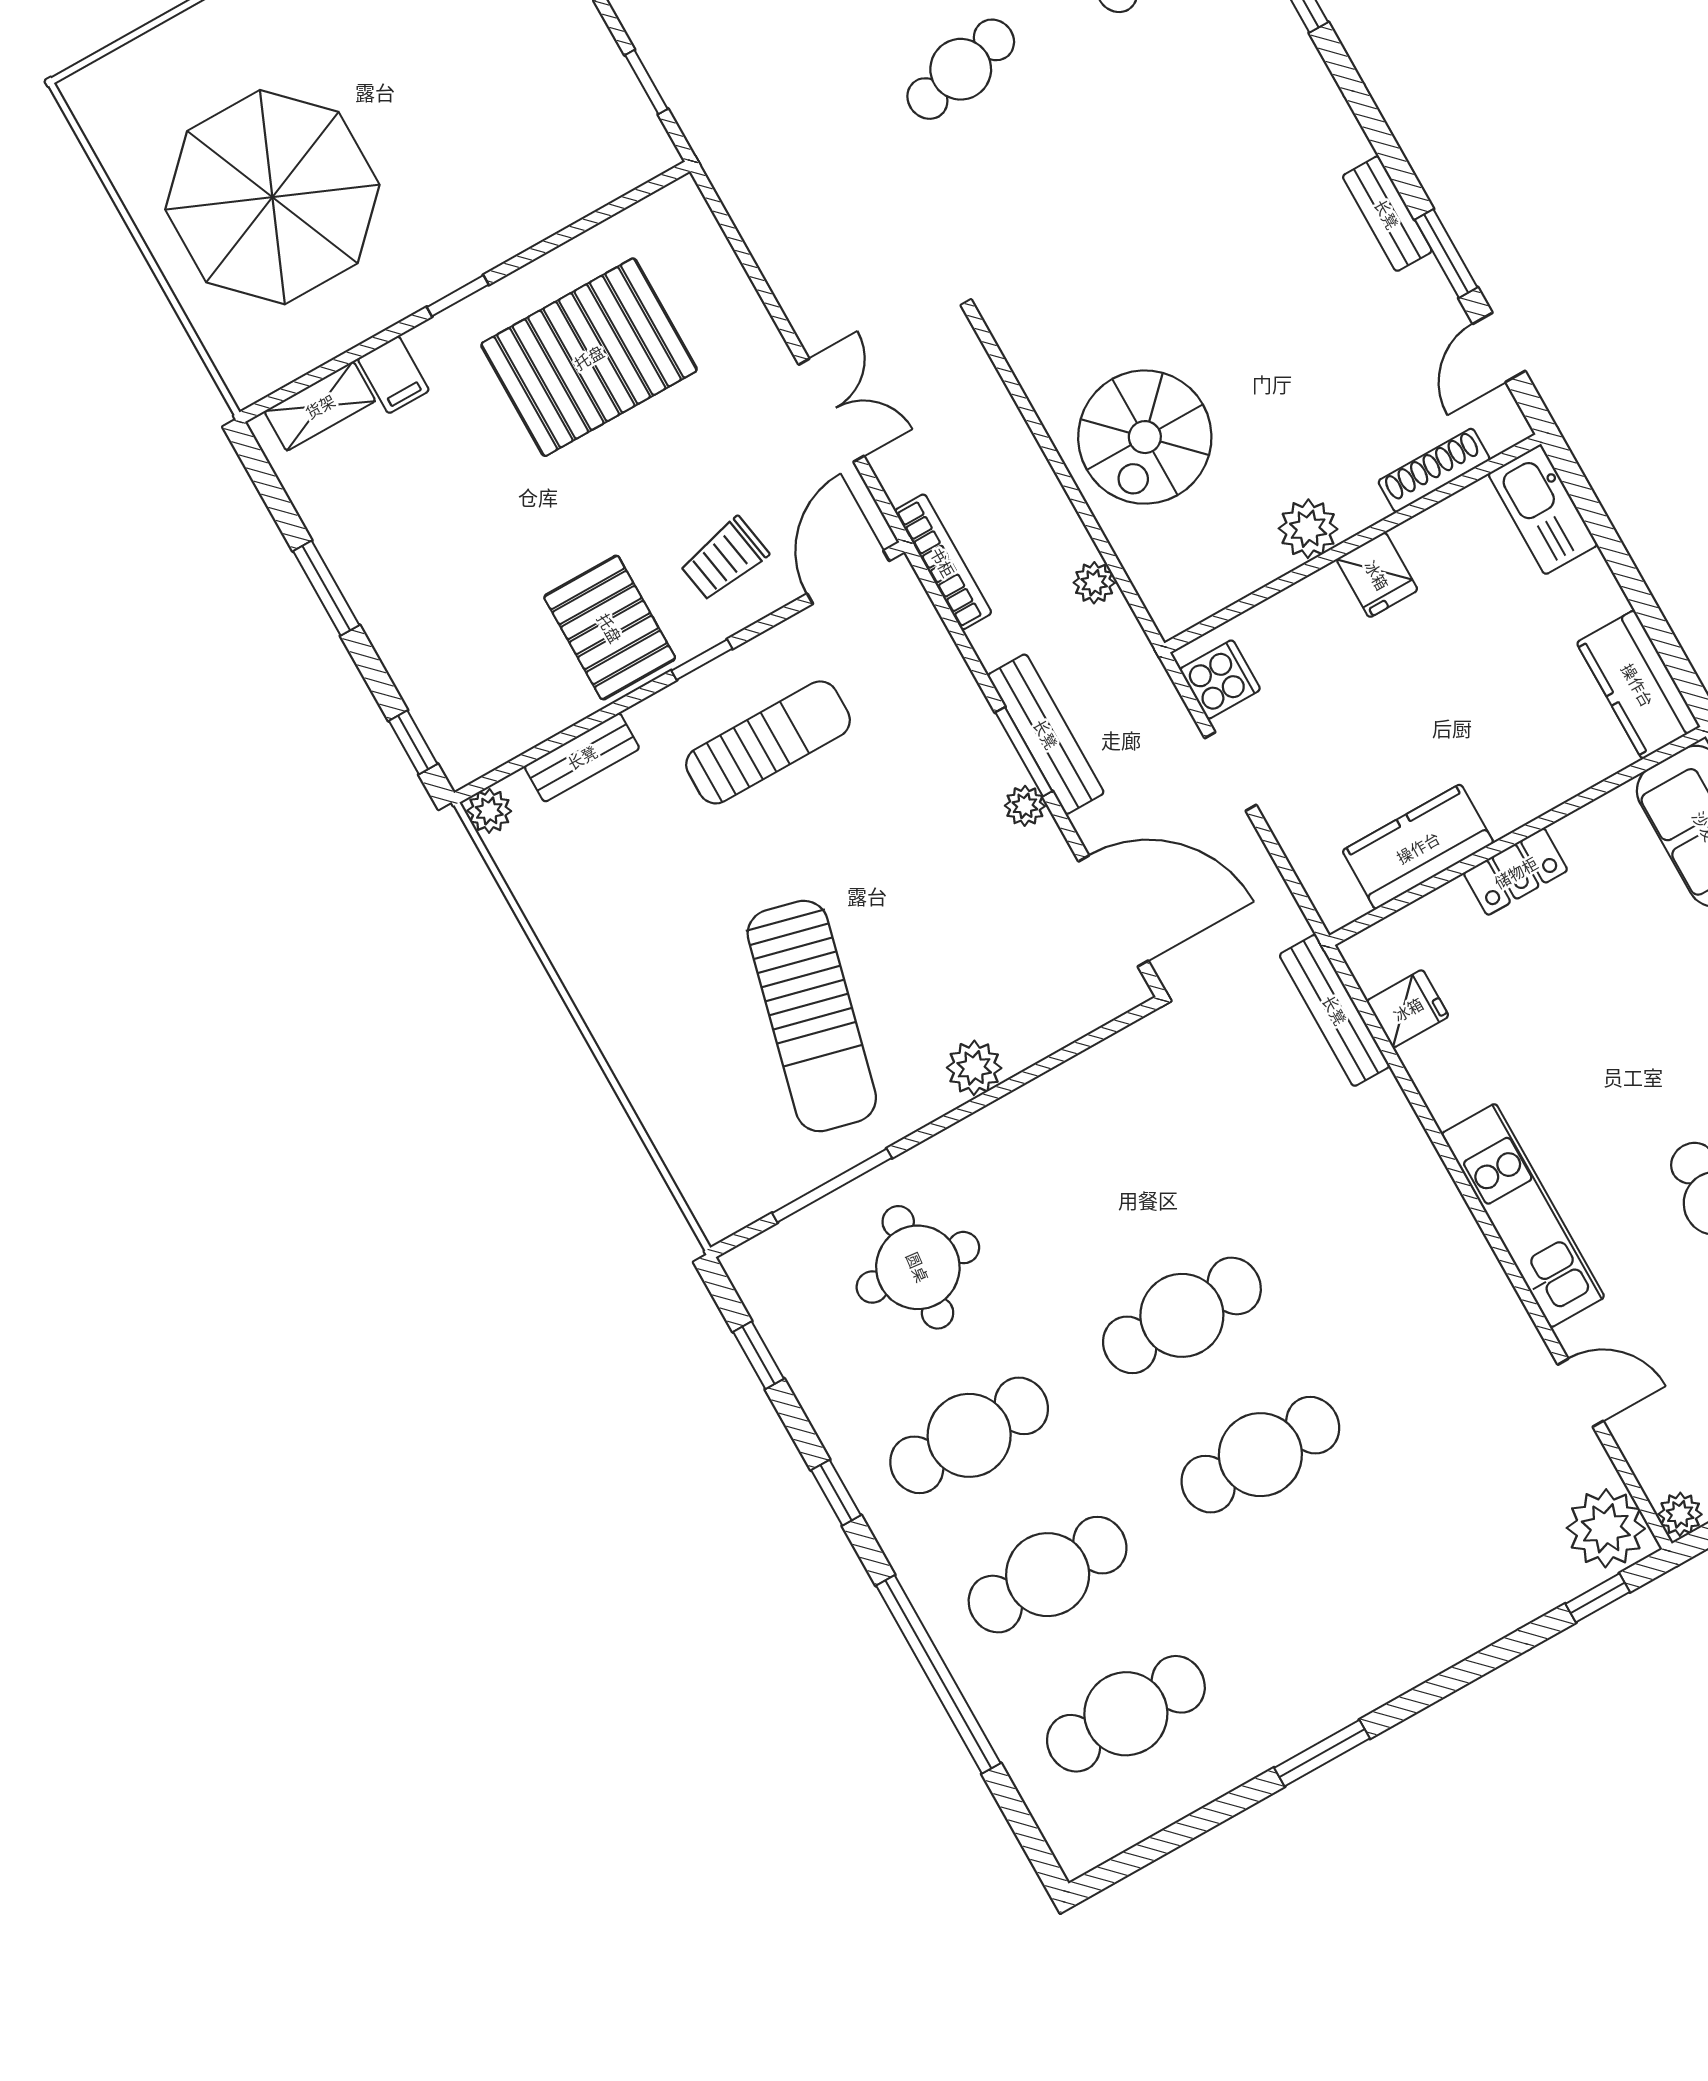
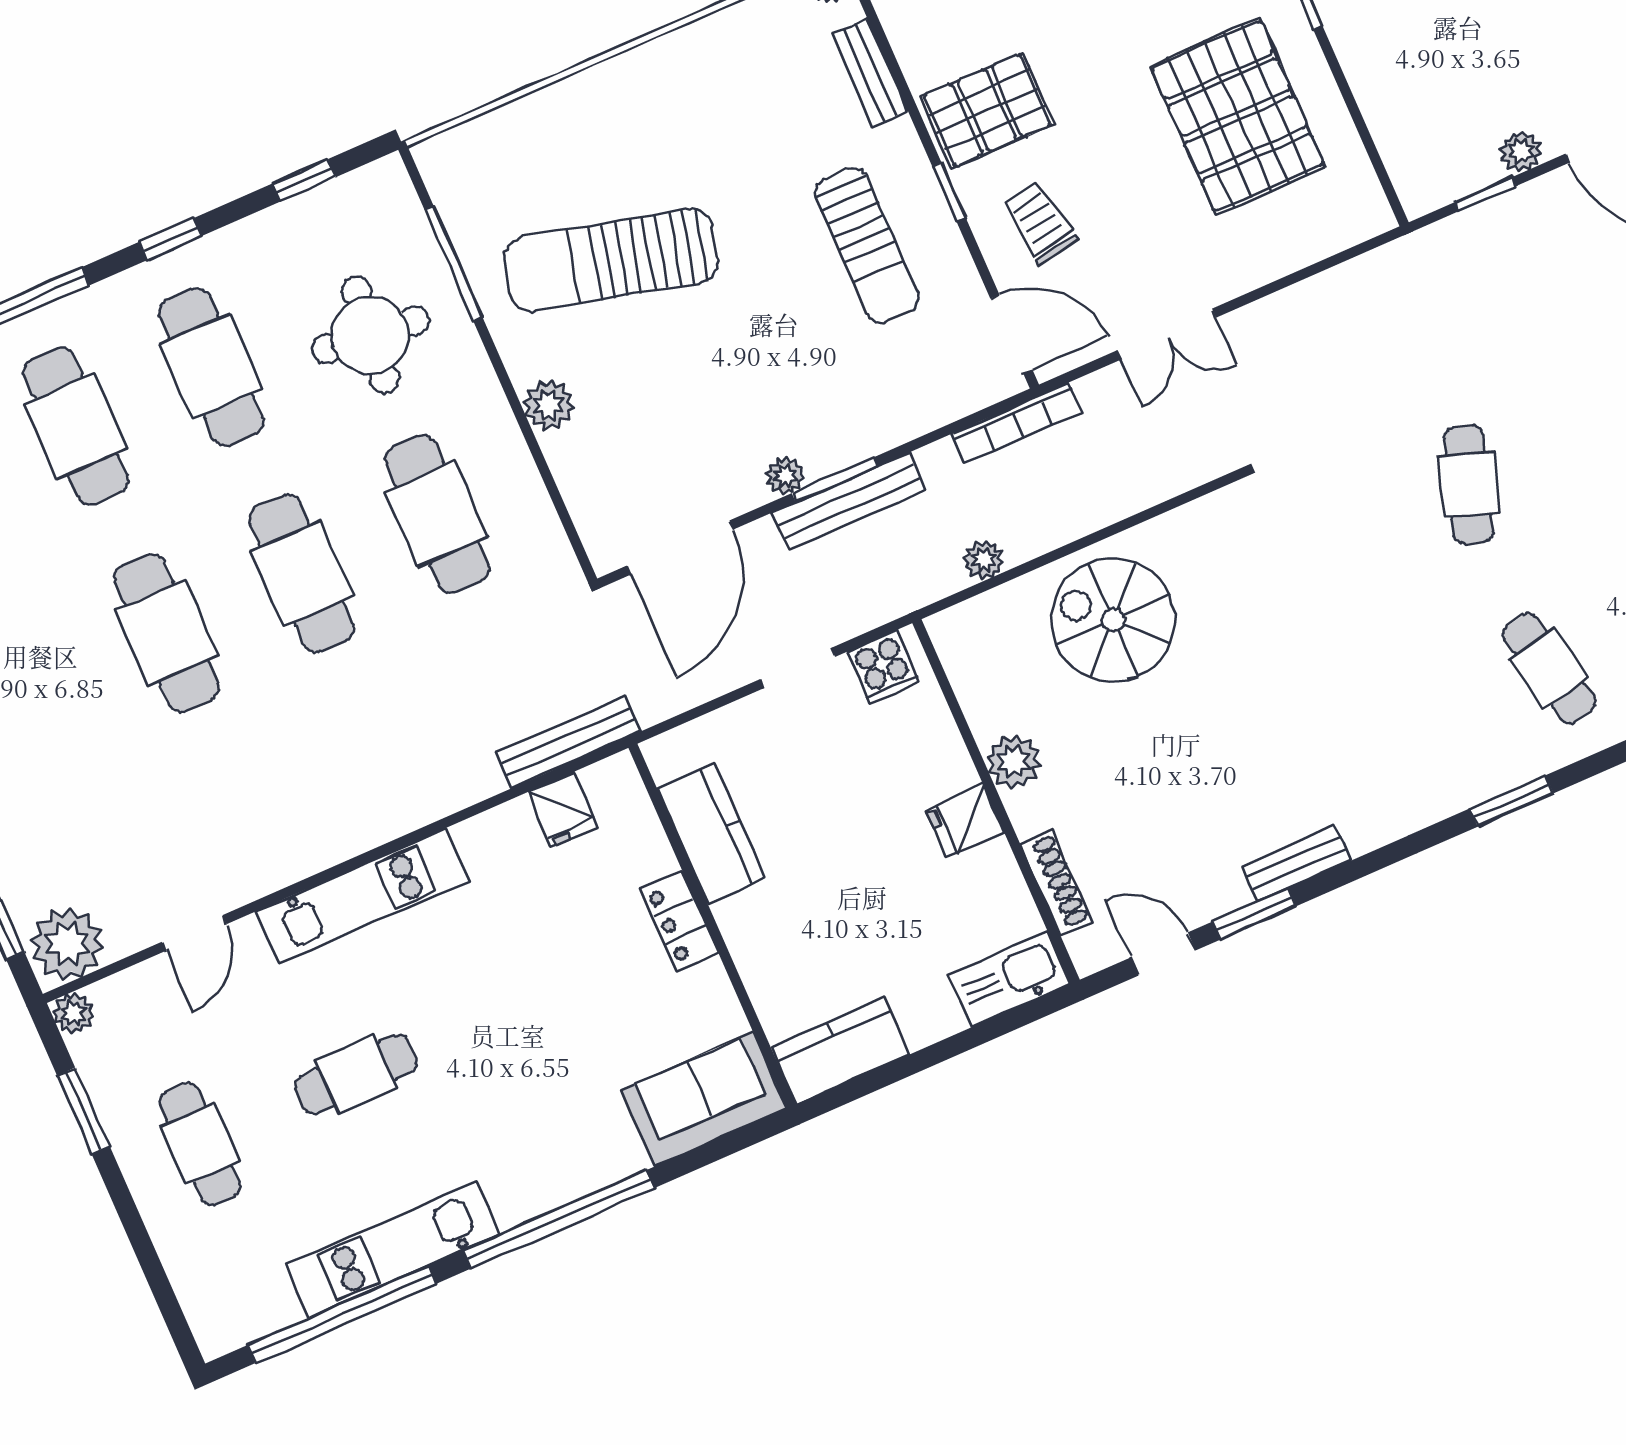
plant: (596, 48) -> (1521, 151), added
cafe table: (961, 69) -> (1468, 484), turned 30
cafe table: (1104, 1176) -> (437, 514), added

